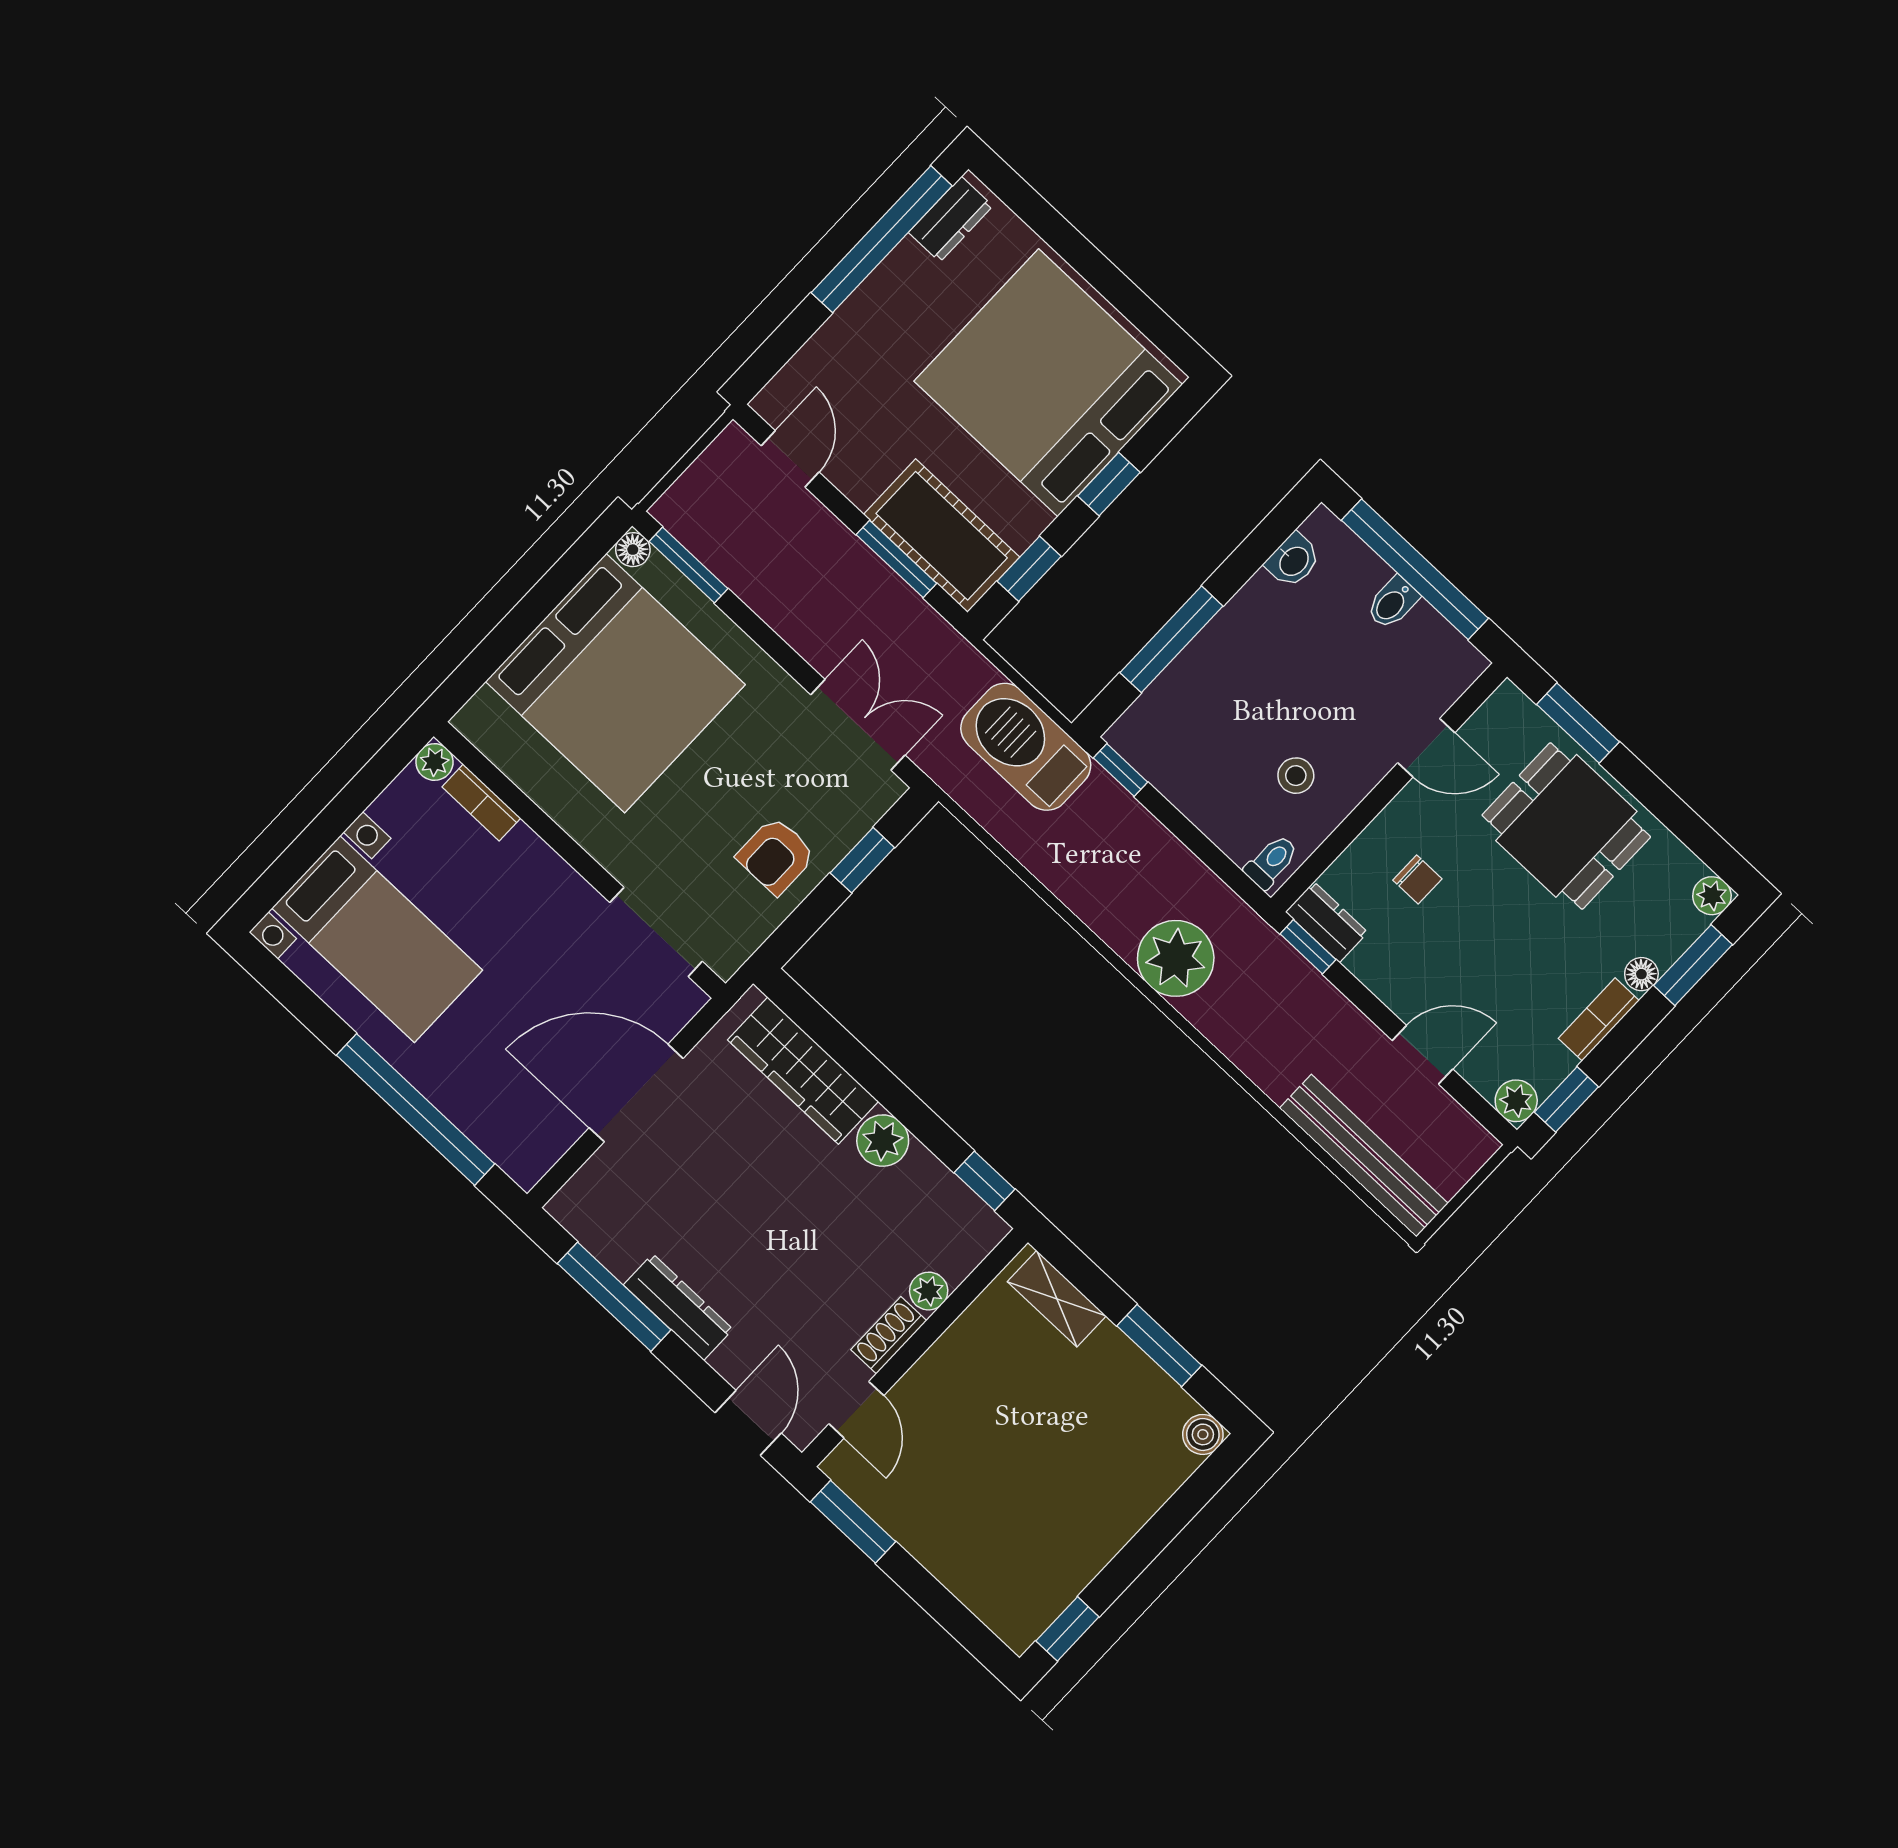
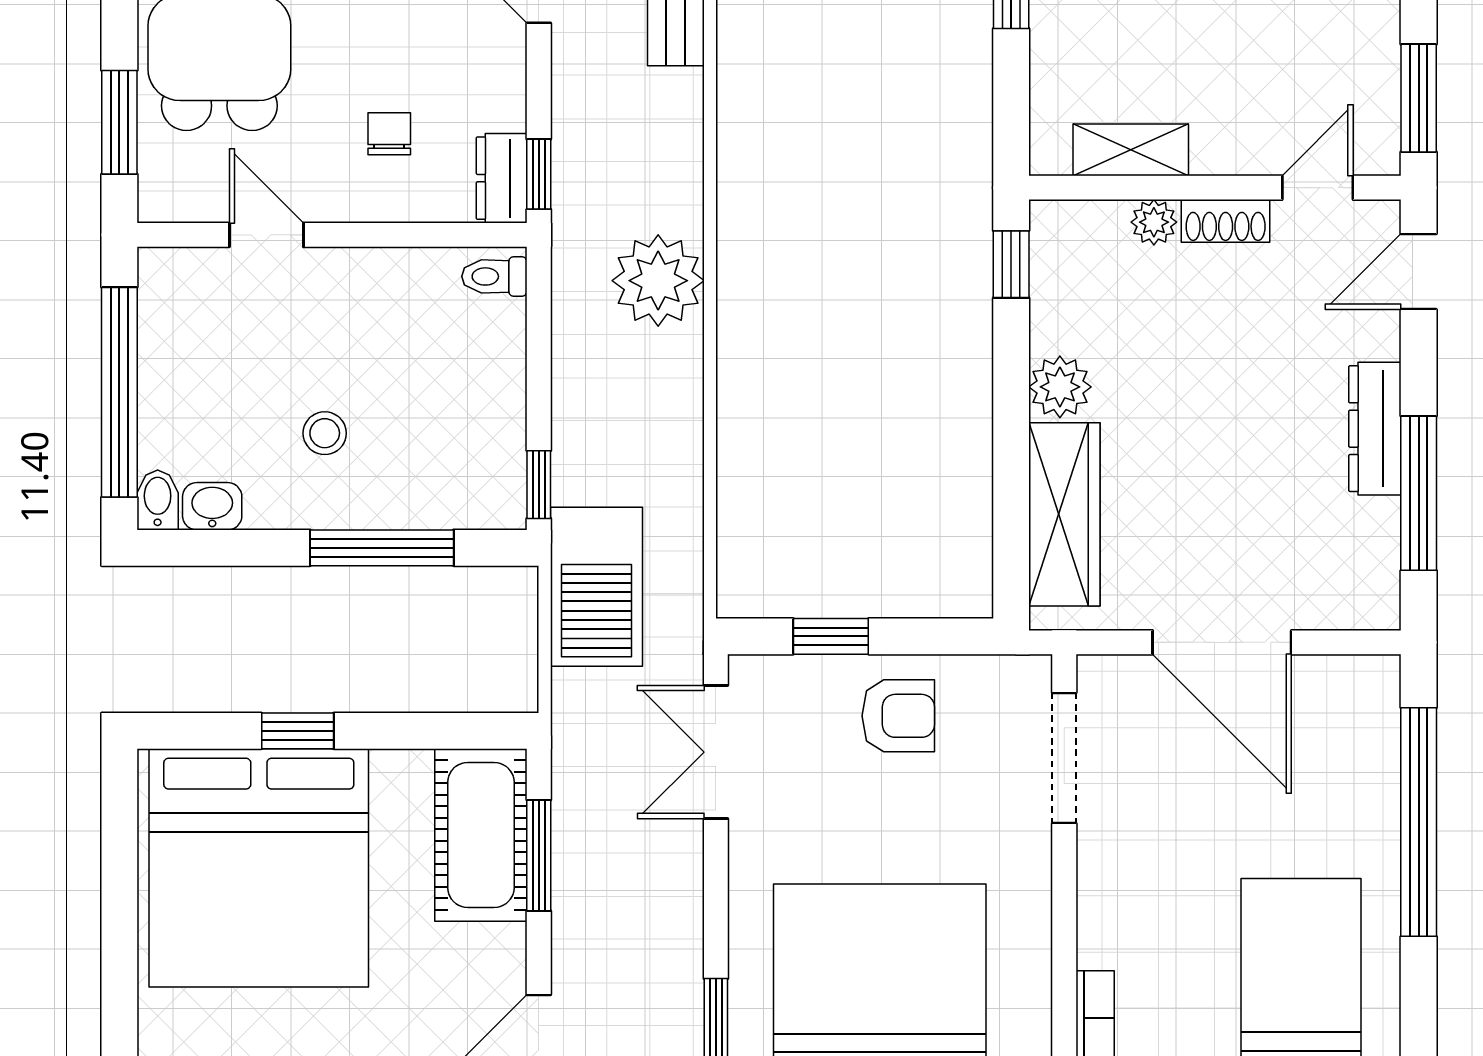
window: (1029, 569) -> (438, 731), removed
bidet: (1393, 603) -> (158, 500), moved, turned -90
stool: (1296, 776) -> (325, 433), moved
shelving: (1057, 1299) -> (1131, 150), moved, turned 90

